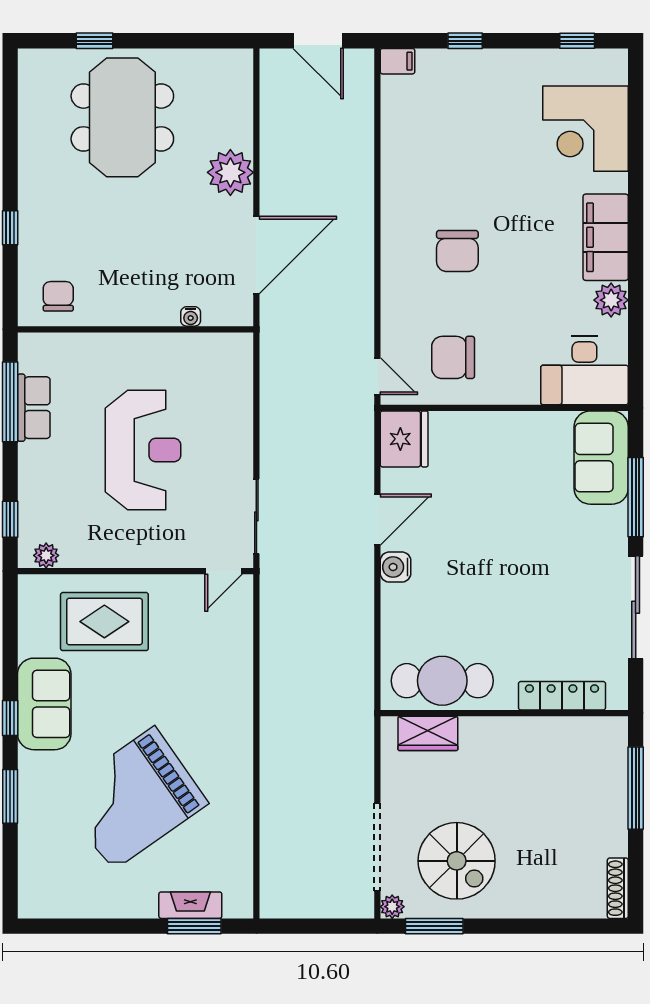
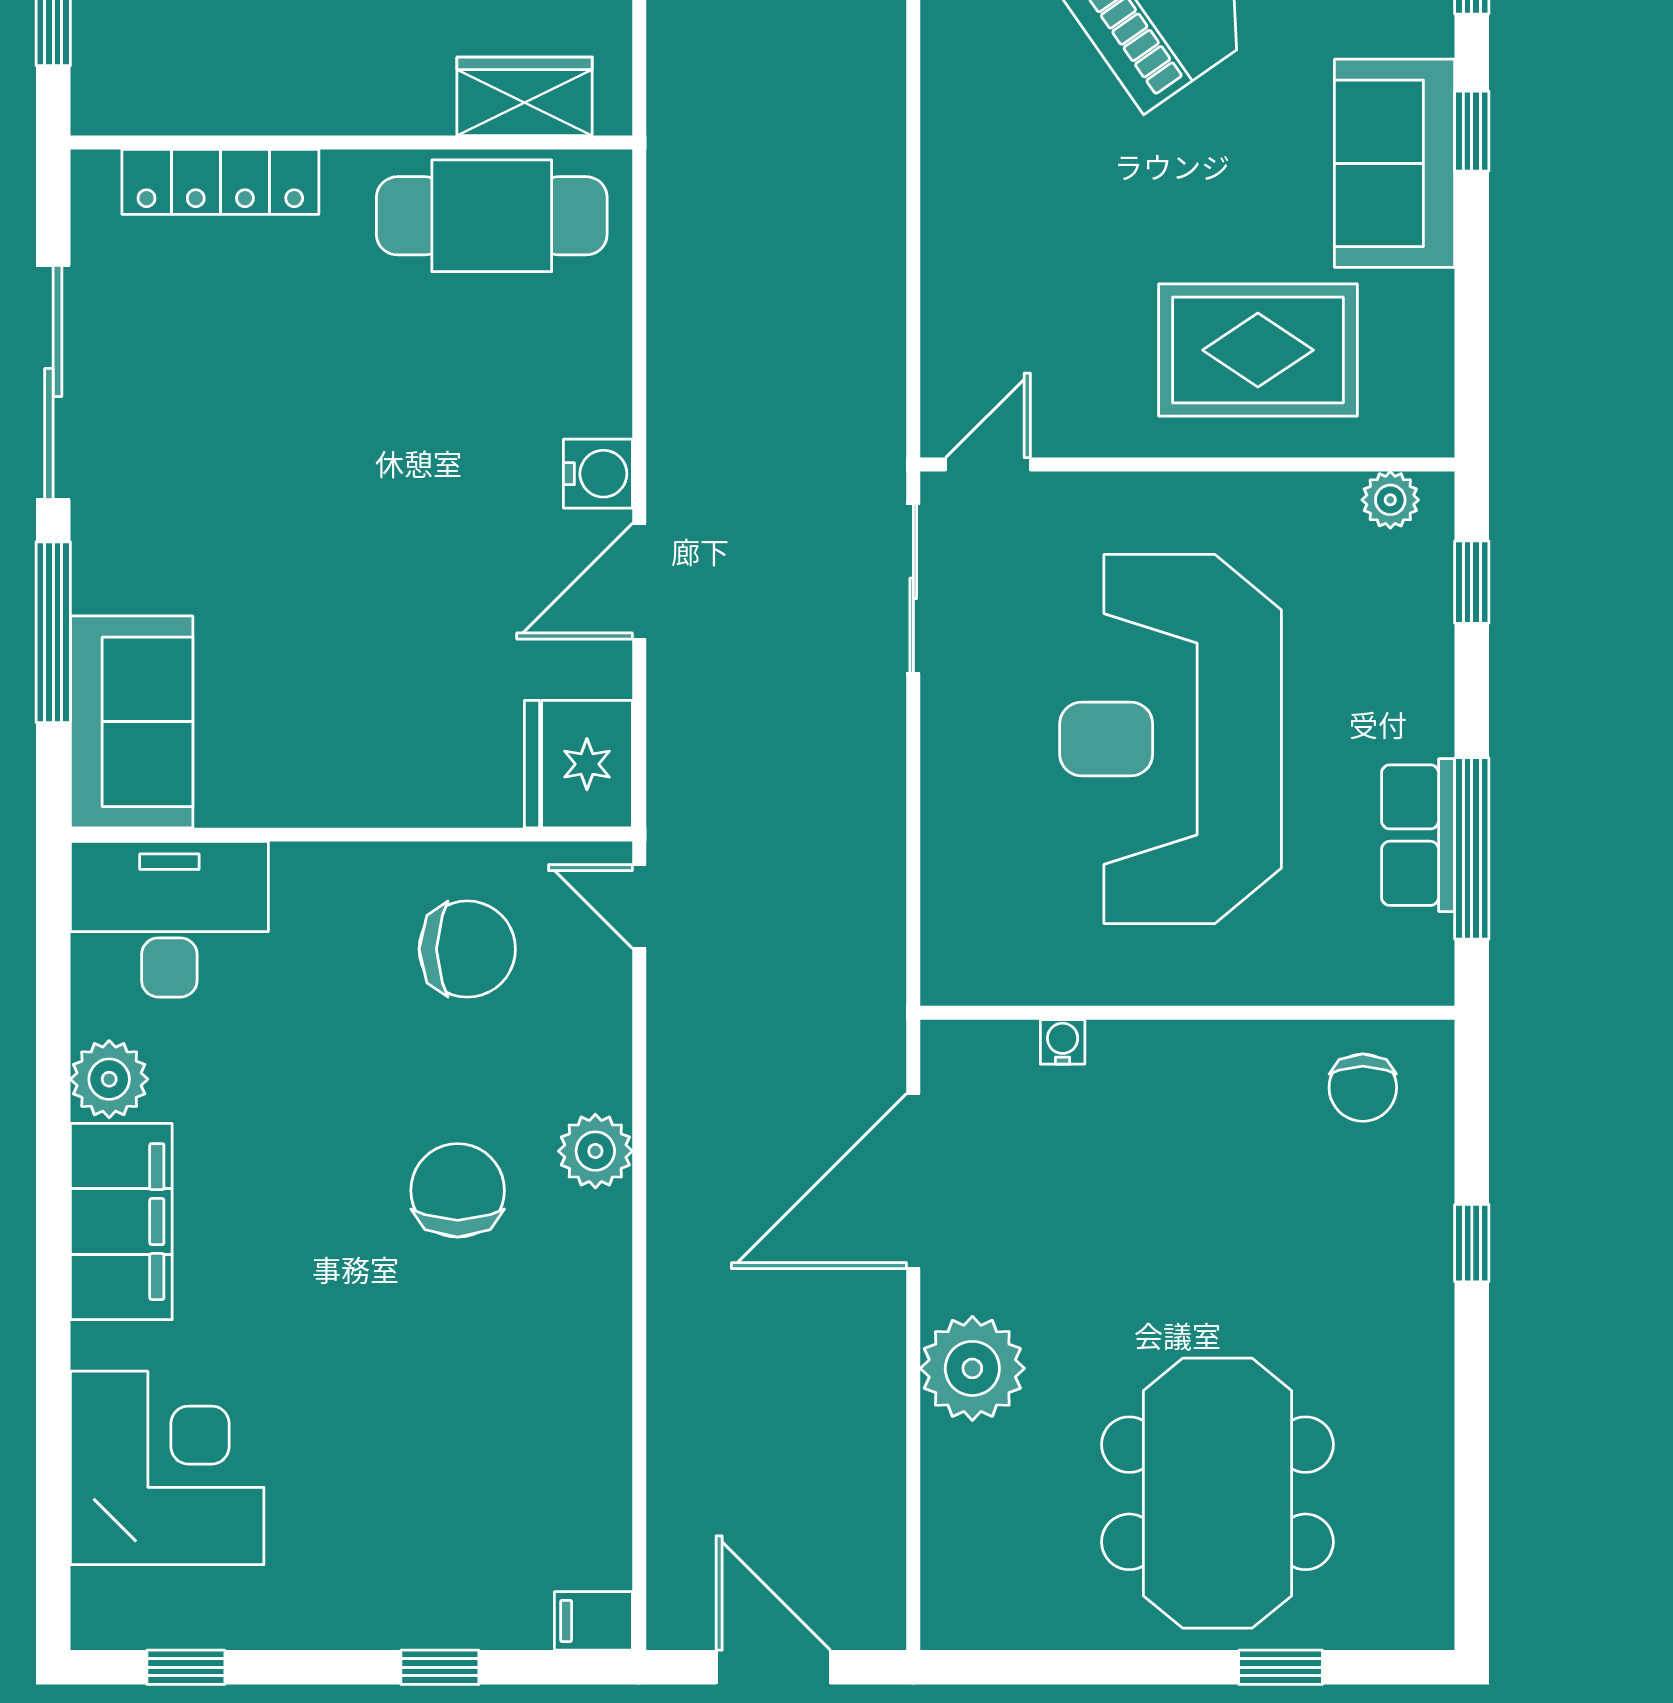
plant: (397, 268) -> (595, 1151), added
reception desk: (143, 450) -> (1170, 739), width x1.36, depth x1.30

